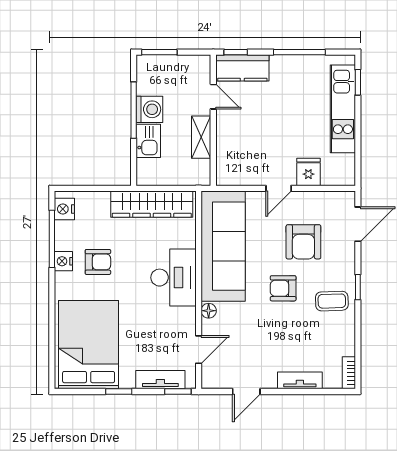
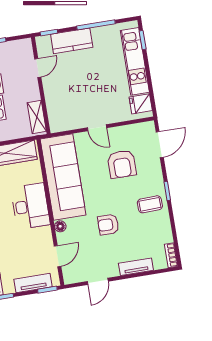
kitchen counter: (242, 68) -> (72, 41), moved
door: (213, 97) -> (38, 68), hinge flipped
shelving: (201, 137) -> (37, 117), moved
fridge: (308, 172) -> (141, 104), moved, turned -90
door: (279, 188) -> (97, 128), hinge flipped
armchair: (283, 288) -> (108, 225), moved

